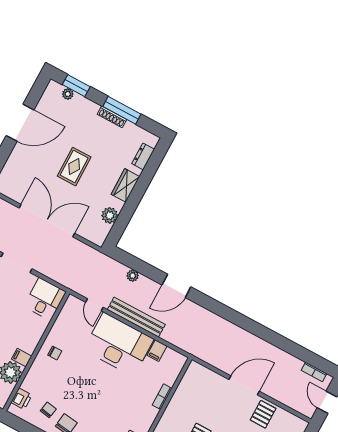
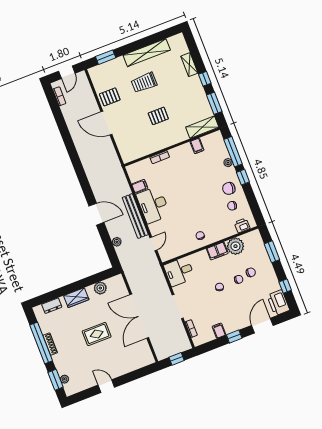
window: (122, 110) -> (41, 343), width x1.46
door: (20, 123) -> (106, 386), width x0.53
desk: (119, 344) -> (153, 205), width x0.73, depth x0.77
filing cabinet: (22, 358) -> (217, 251), width x2.00

